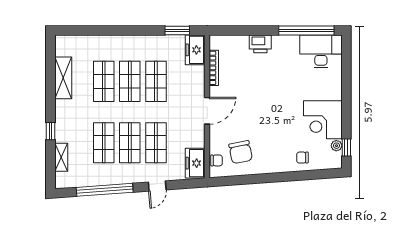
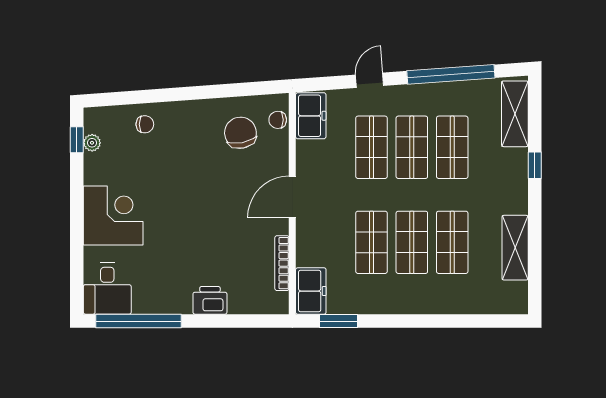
desk: (321, 51) -> (107, 289), width x0.73
corner desk: (323, 120) -> (113, 216), moved
shelving: (61, 157) -> (515, 114), width x1.50, depth x1.33

